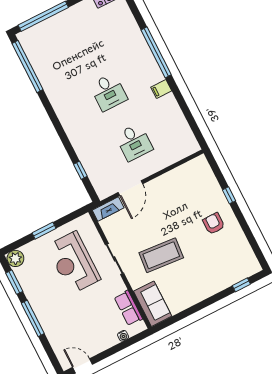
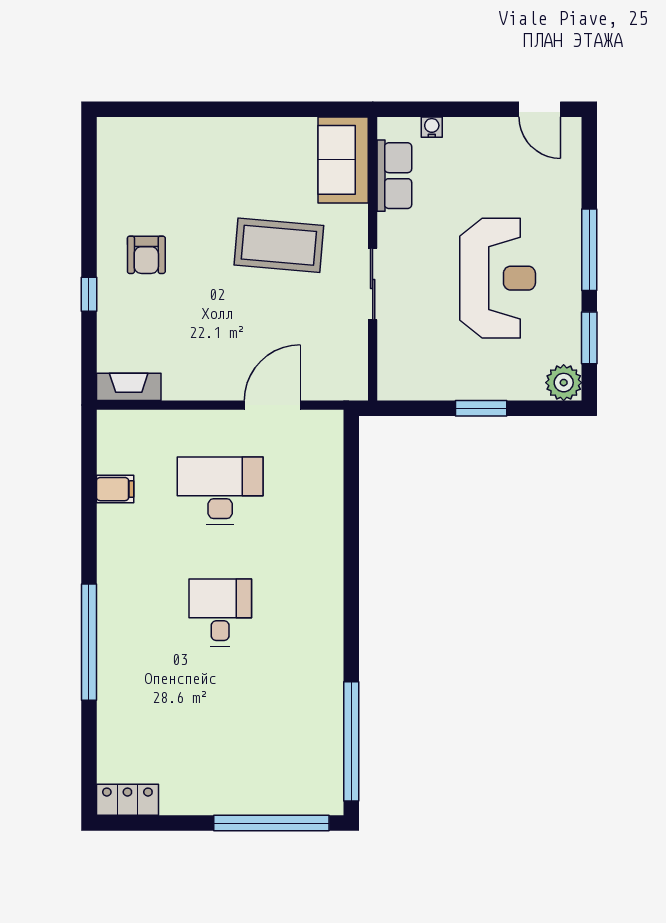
filing cabinet: (161, 89) -> (115, 489), moved
desk: (134, 142) -> (220, 490), width x1.37
window: (80, 170) -> (351, 489), removed
fireplace: (108, 209) -> (129, 387), moved
reception desk: (73, 263) -> (498, 278), moved
window: (241, 285) -> (153, 109), removed

